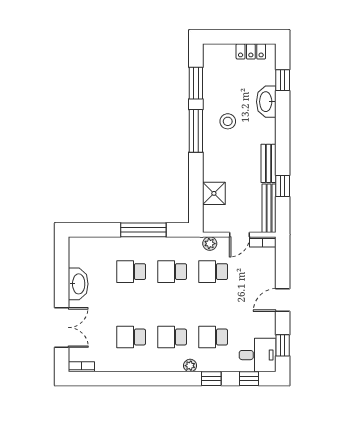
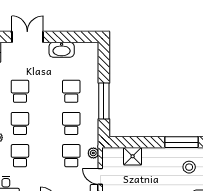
double door: (62, 327) -> (27, 37), swing flipped

